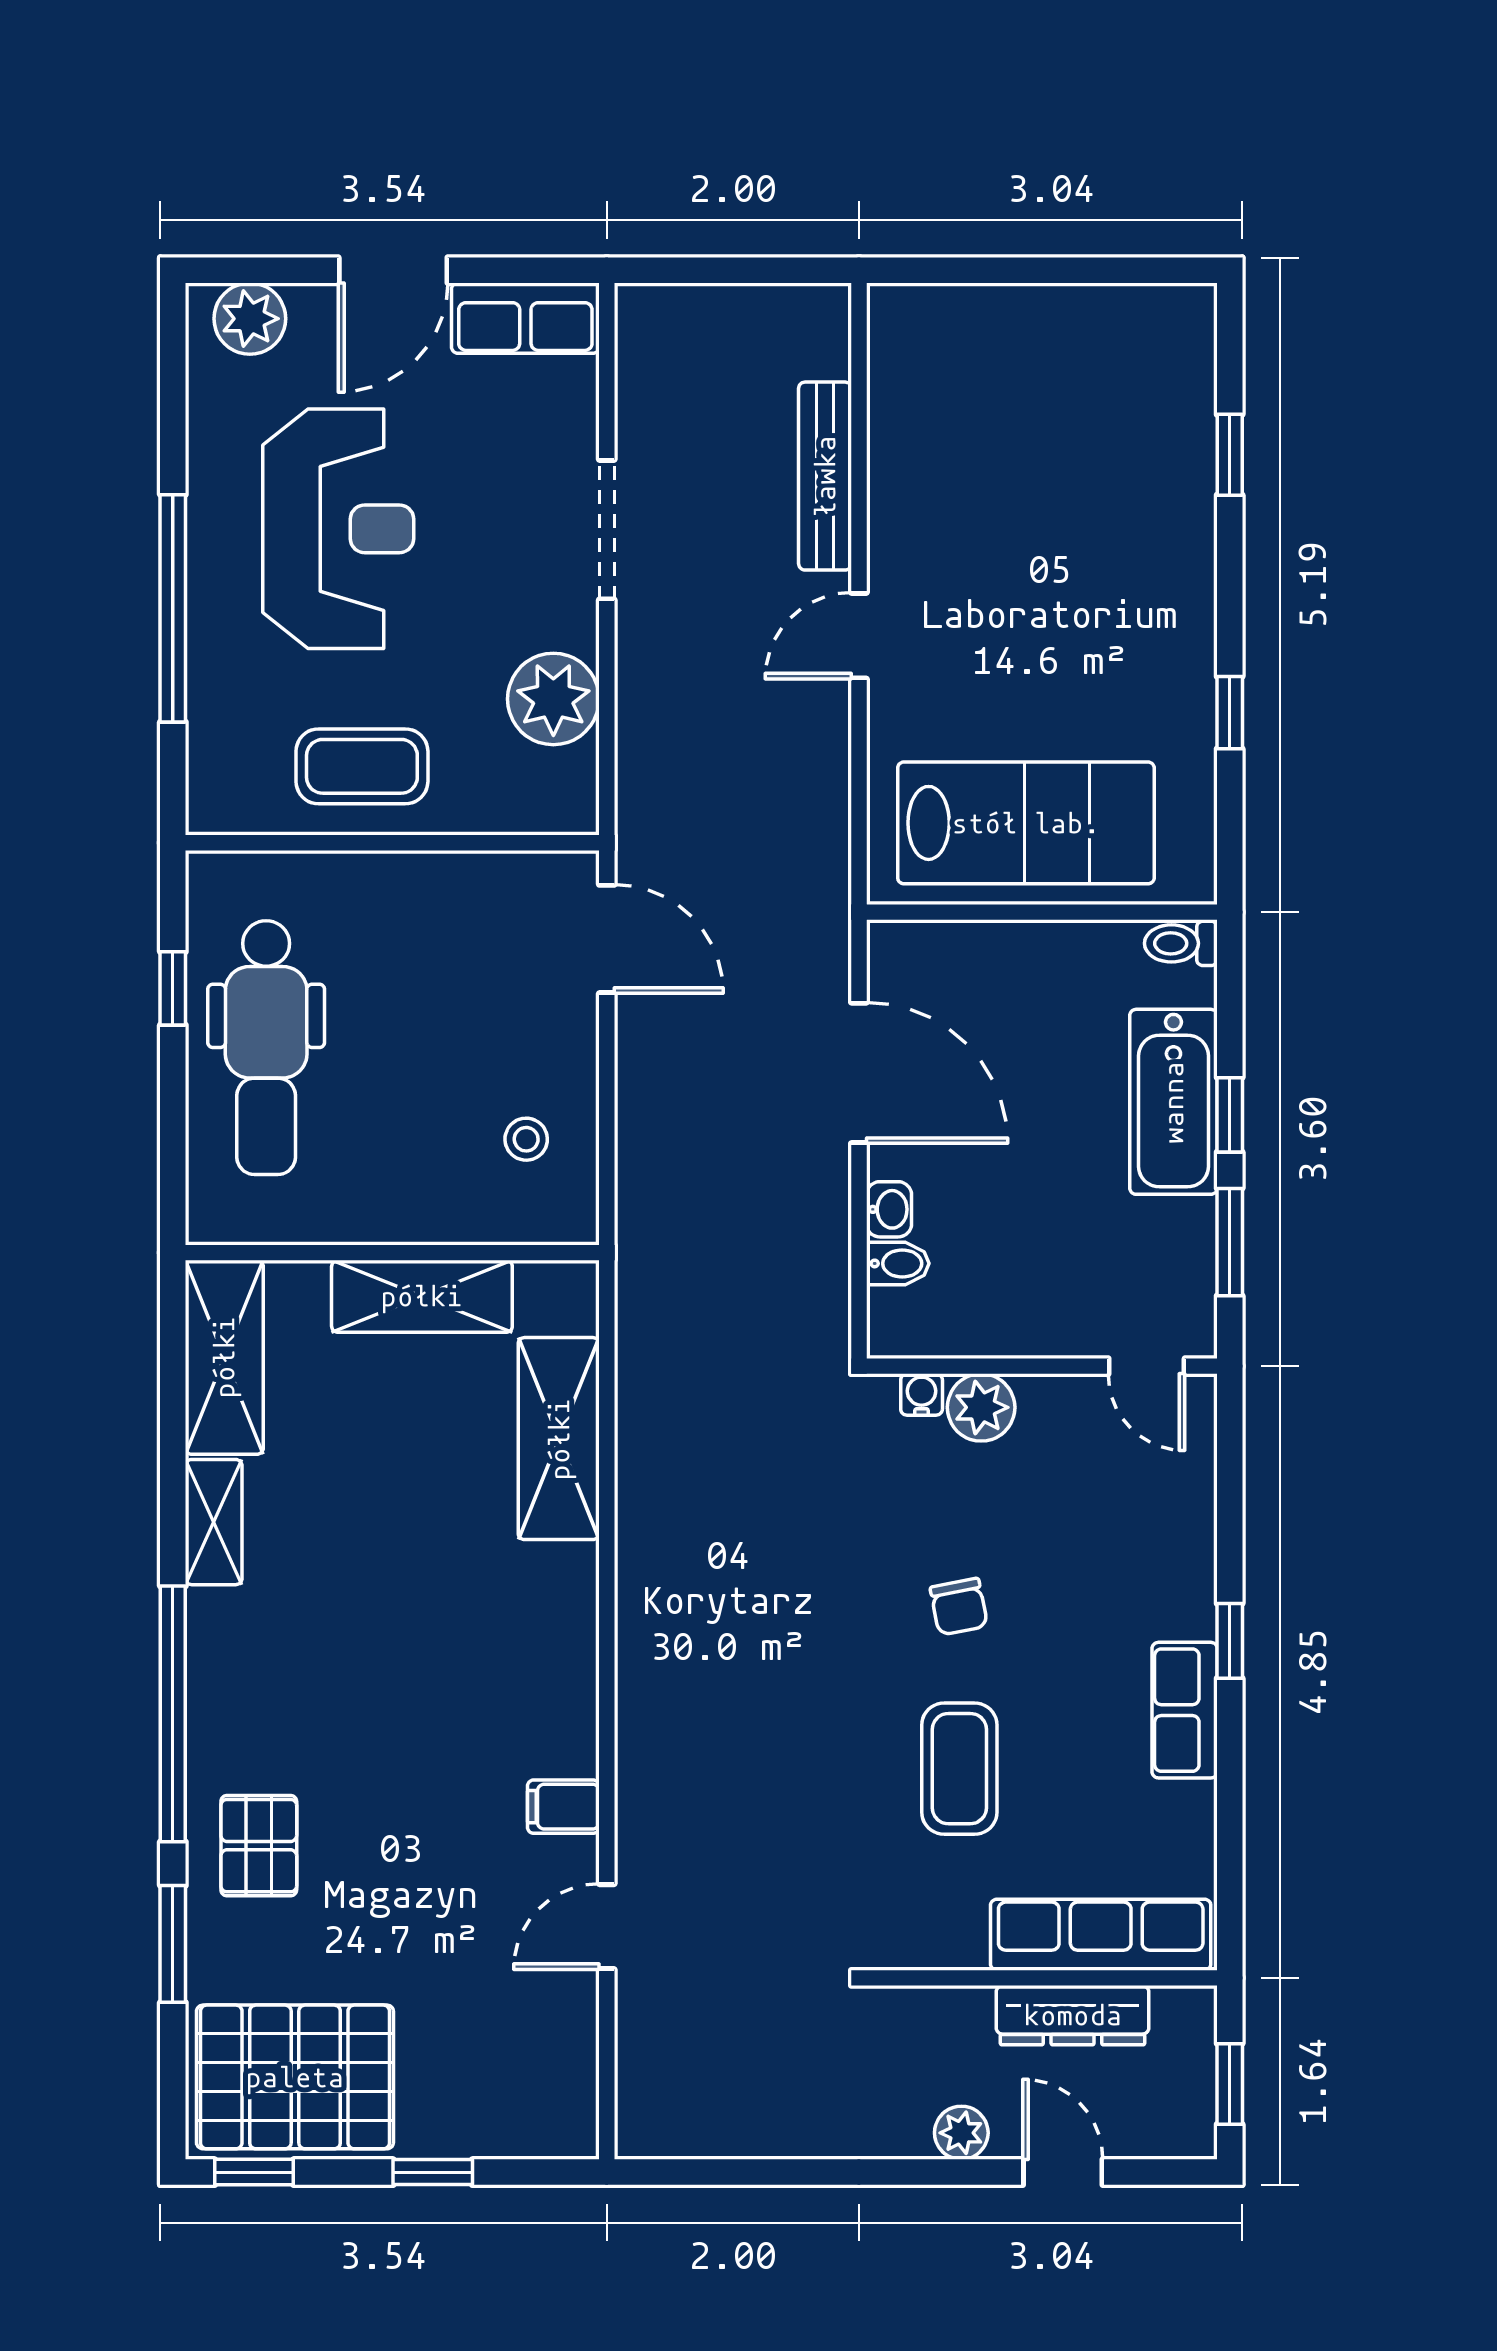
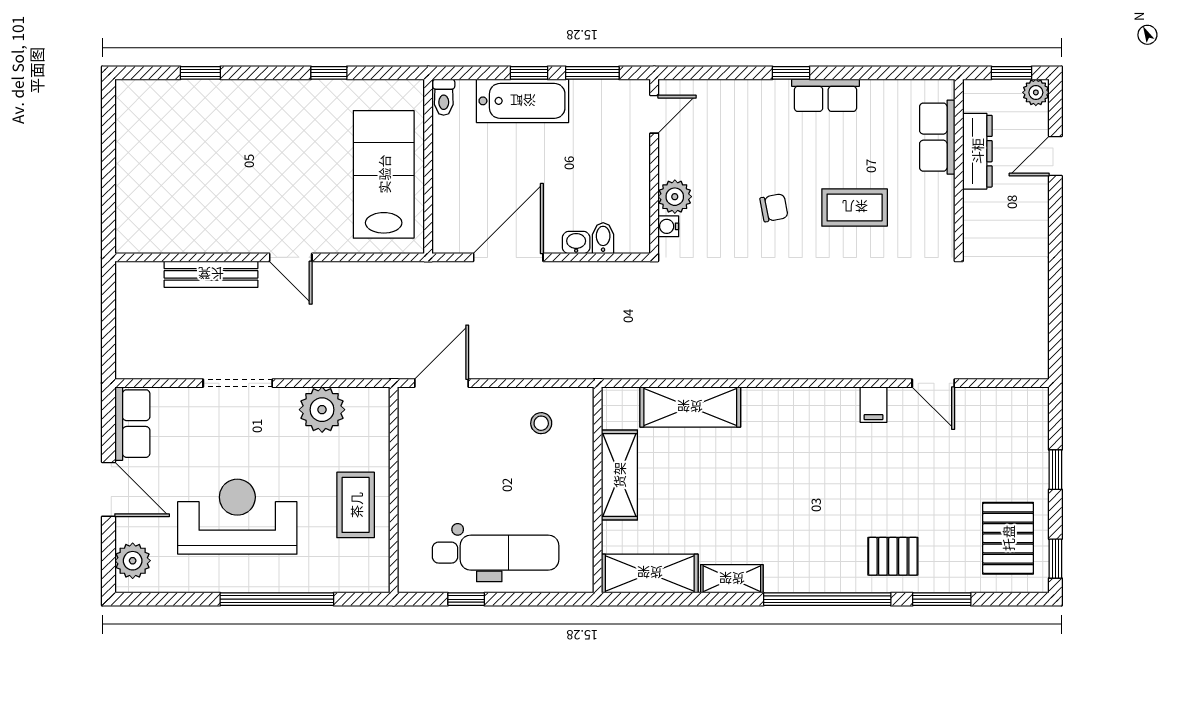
row of seats: (1101, 1935) -> (937, 137), width x0.68
pallet: (295, 2077) -> (1008, 538), width x0.73, depth x0.71
plant: (961, 2133) -> (1036, 92), moved

